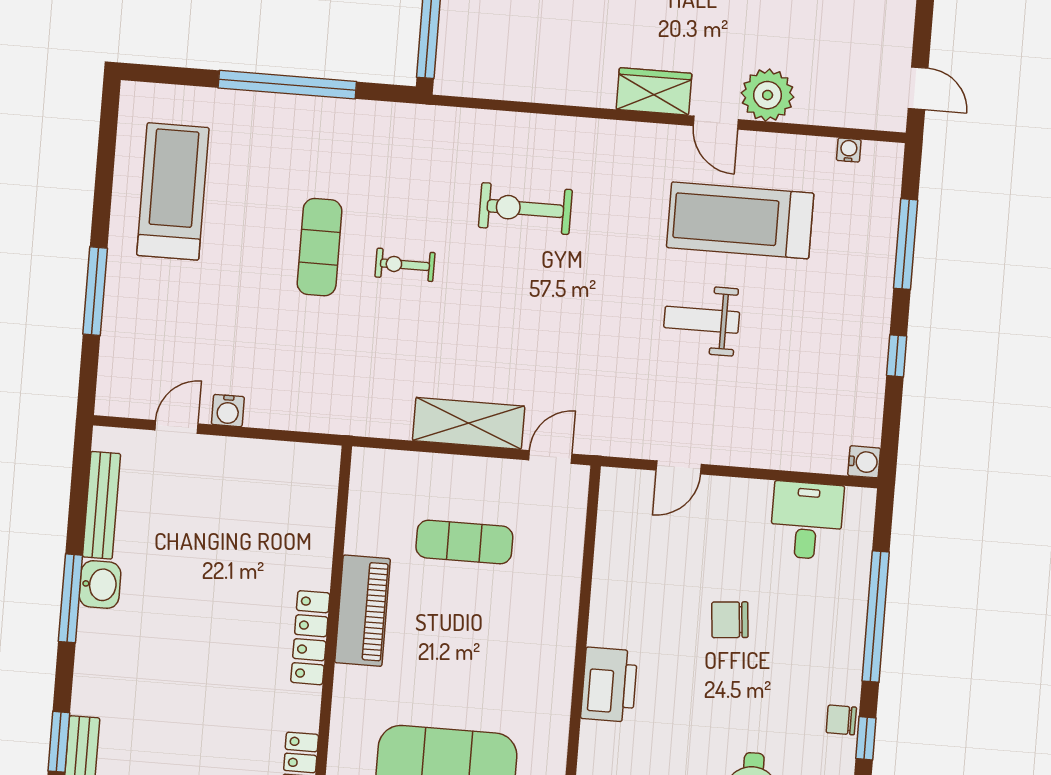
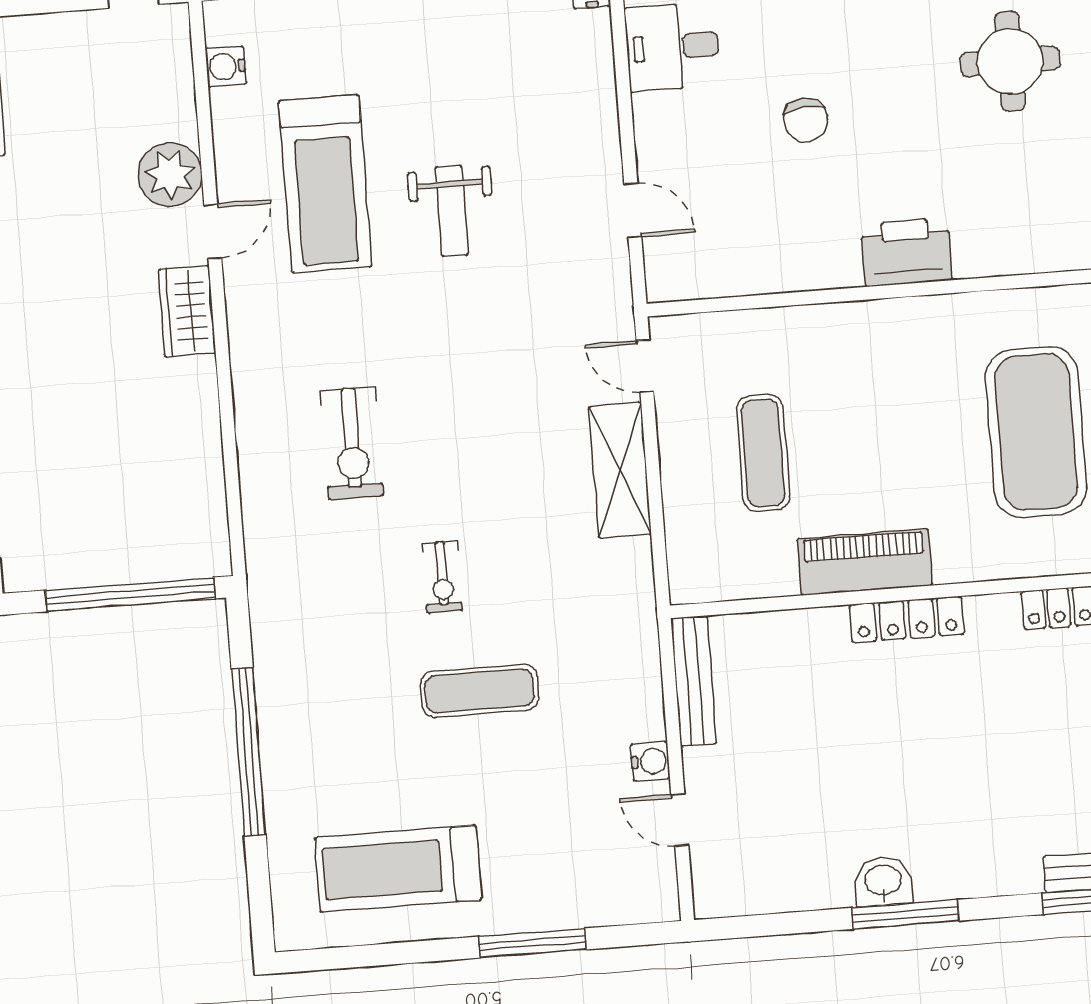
water cooler: (849, 150) -> (226, 66), width x1.38, depth x1.38
exercise mat: (320, 247) -> (480, 691), moved
bench: (101, 505) -> (693, 681), moved, turned 90

